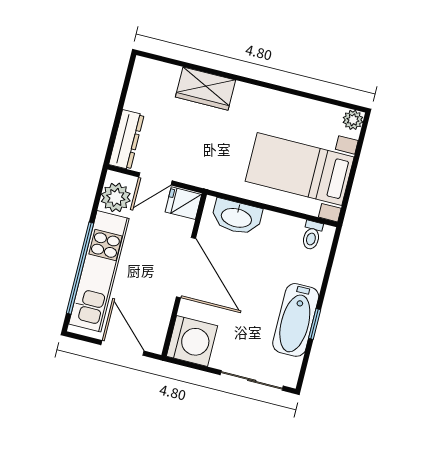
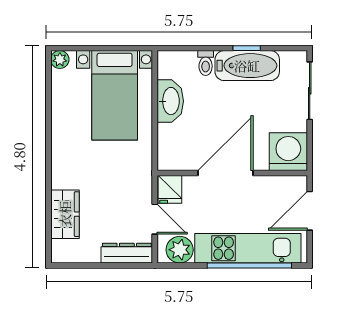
wardrobe: (205, 89) -> (65, 214), moved
washbasin: (237, 217) -> (170, 101), moved
toilet: (312, 235) -> (206, 63), moved, turned 90

